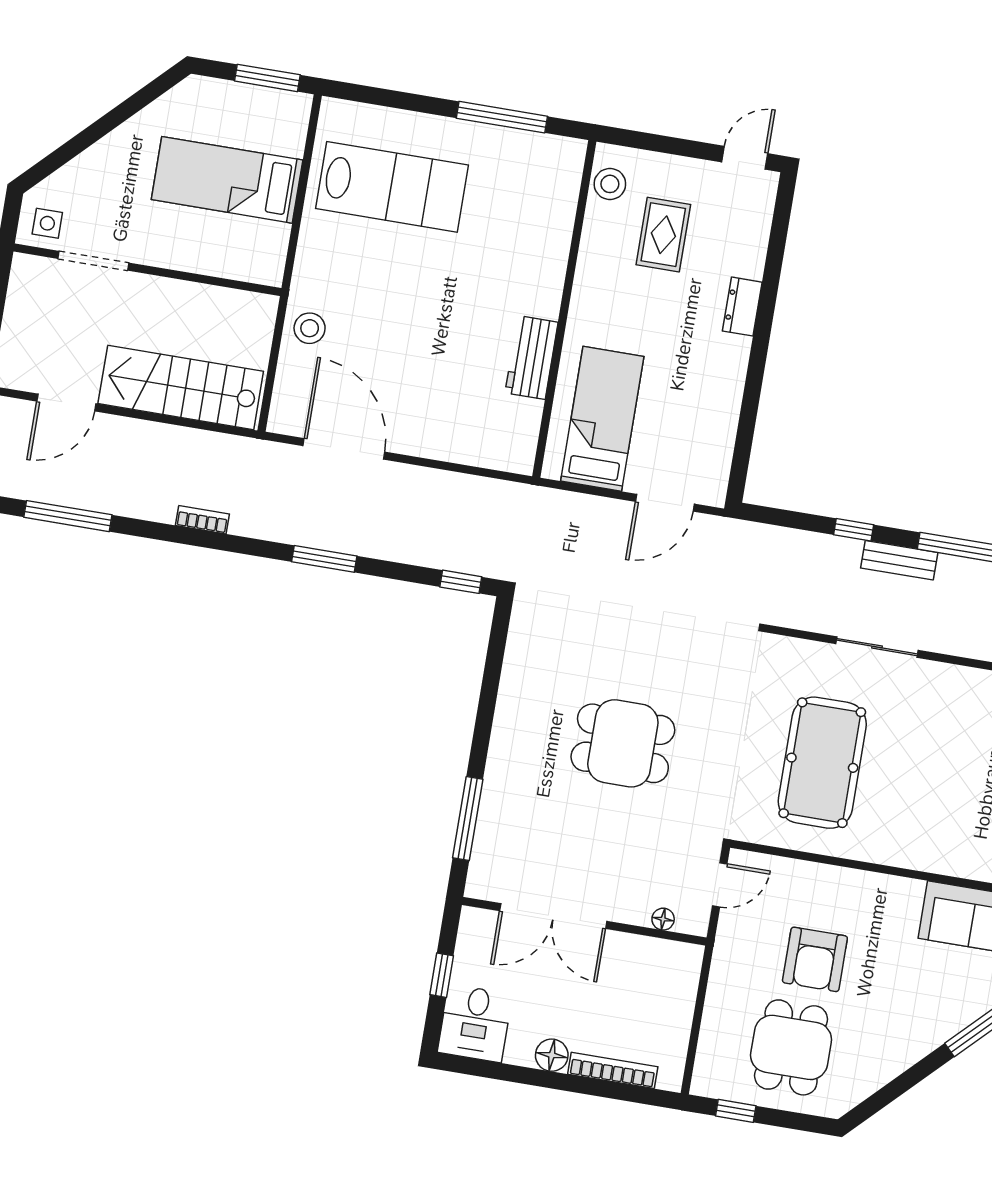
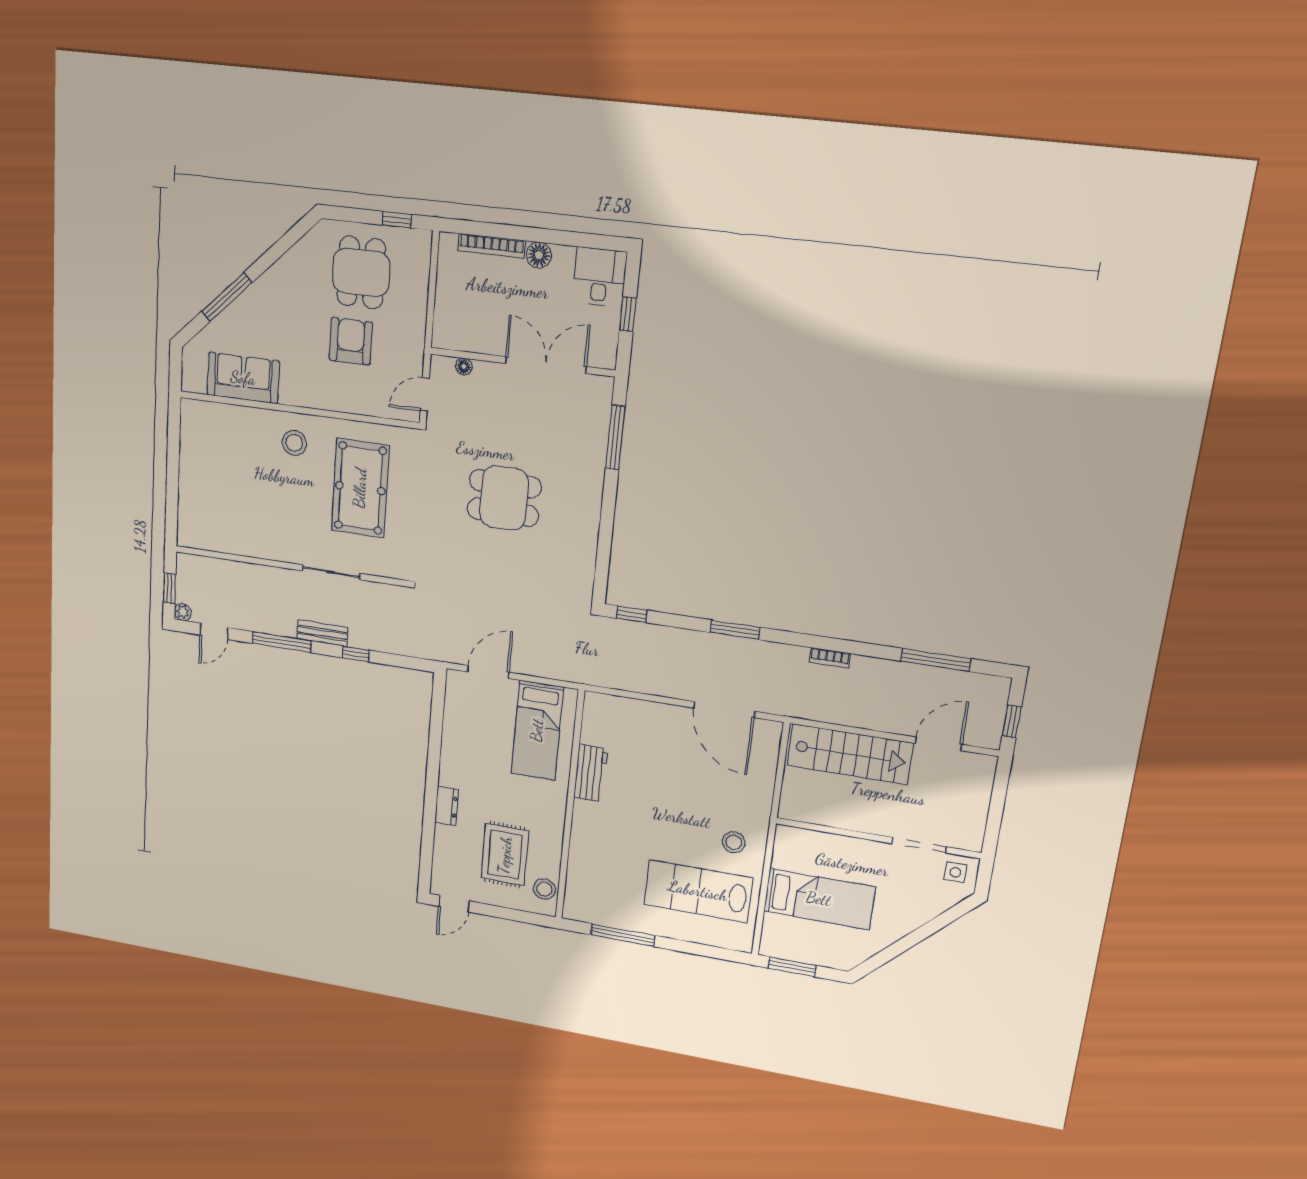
rug: (663, 235) -> (505, 855), width x1.36, depth x1.43
stool: (310, 328) -> (734, 842), moved
stool: (910, 827) -> (294, 443), added

